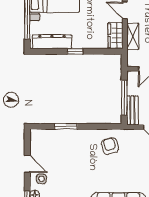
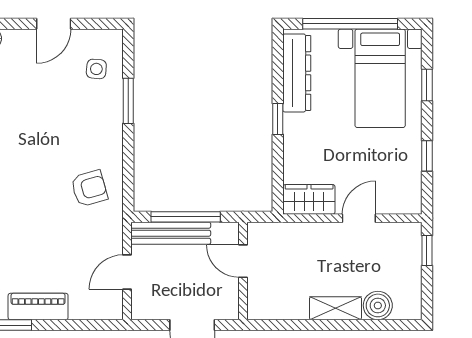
shelving: (133, 36) -> (307, 234), removed
bench: (132, 110) -> (171, 233), width x1.36
side table: (41, 179) -> (96, 69), moved

